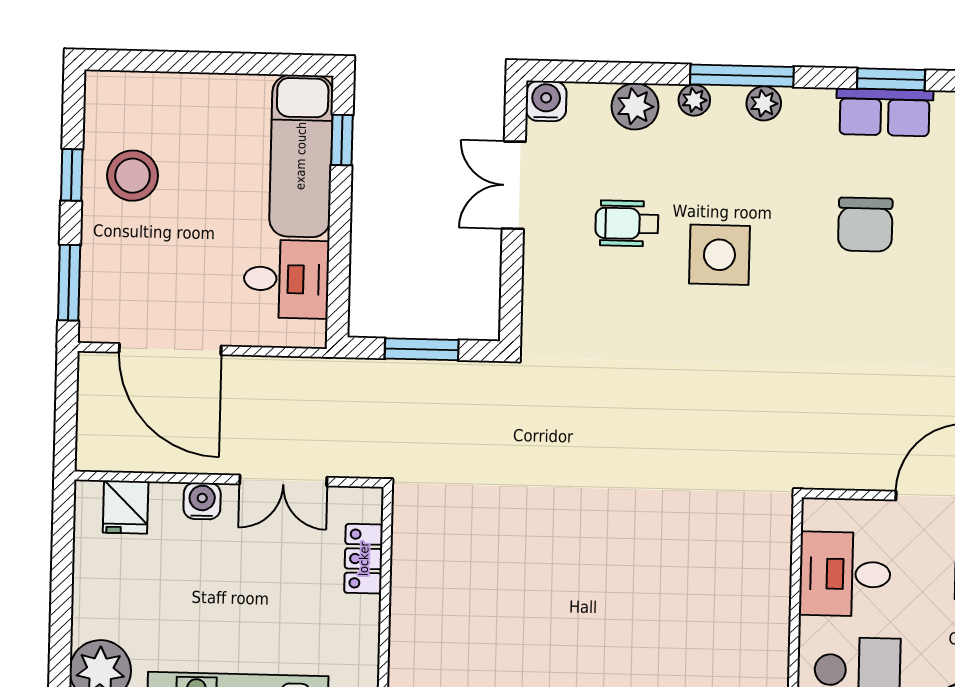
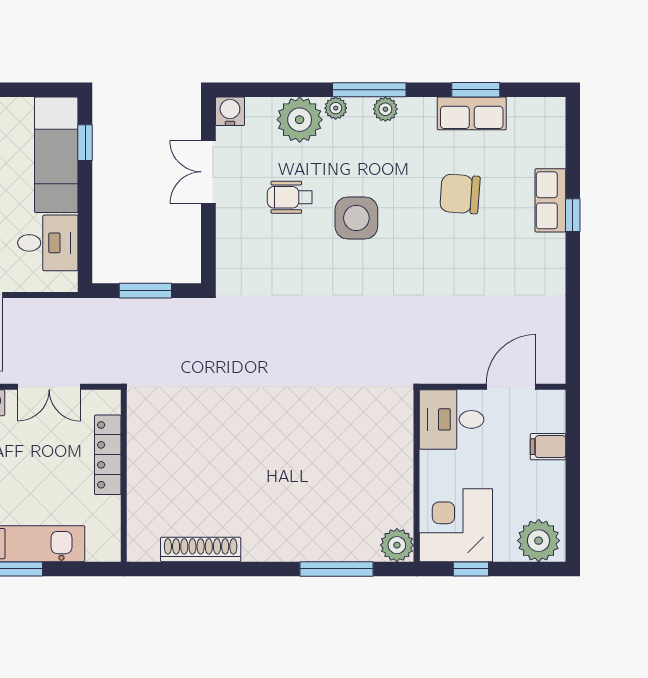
plant: (635, 106) -> (300, 120), width x1.36, depth x1.36
chair: (865, 225) -> (460, 194), turned 94
locker: (364, 559) -> (108, 455), width x1.53
desk: (845, 574) -> (451, 419), moved

